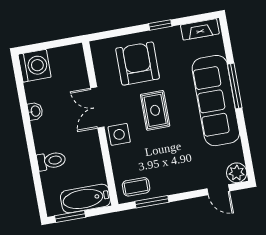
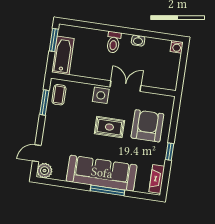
armchair: (138, 64) -> (147, 126), turned -90
washing machine: (35, 66) -> (177, 47), width x0.53, depth x0.53
toilet: (51, 161) -> (114, 42), moved

